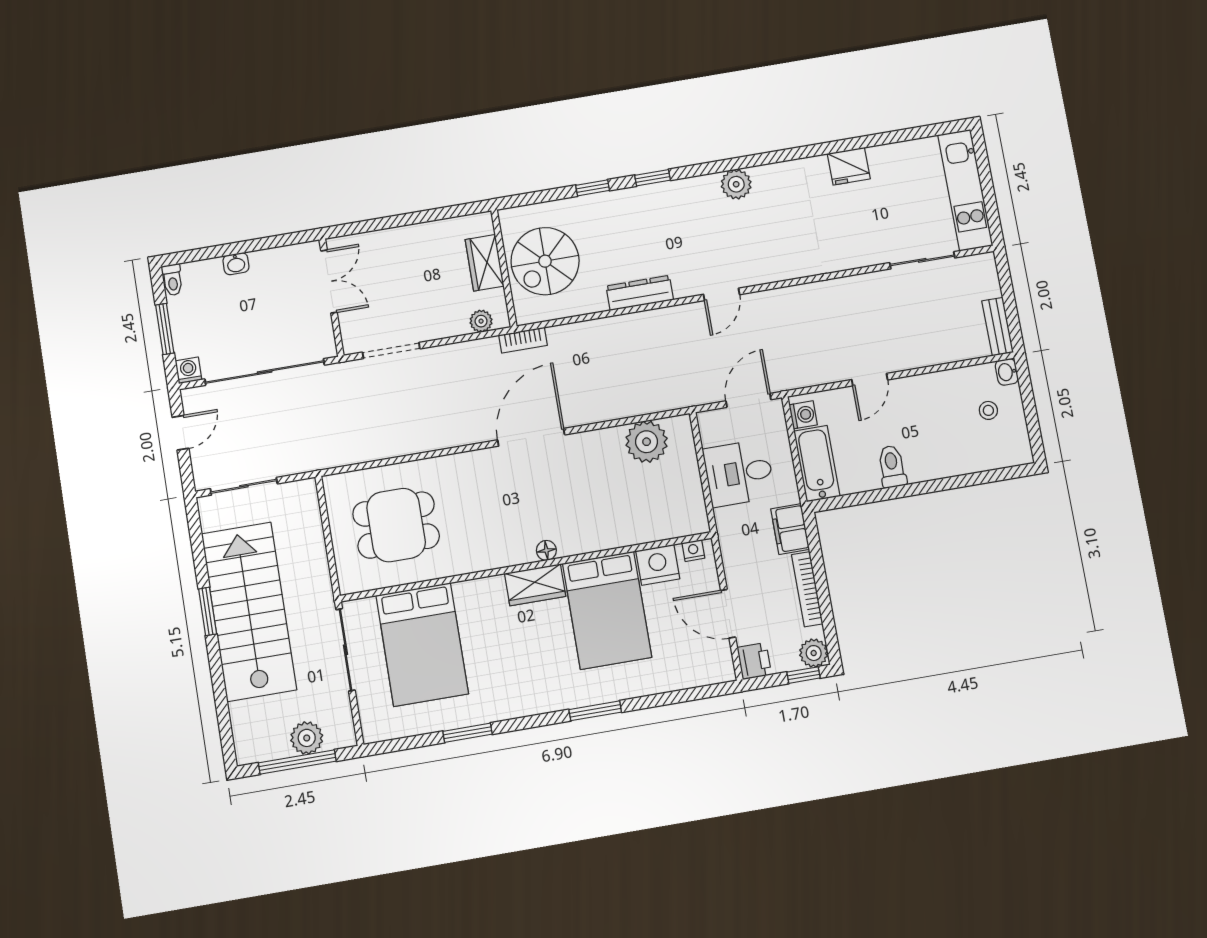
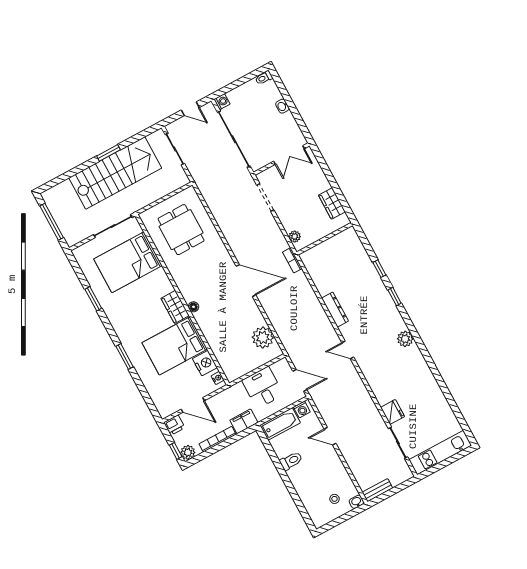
fridge: (849, 166) -> (393, 412), moved, turned 180
spiral stairs: (545, 261) -> (335, 258), removed
wardrobe: (485, 263) -> (332, 203), moved, turned -90
window: (165, 329) -> (238, 83), removed
door: (728, 614) -> (193, 405), swing flipped
plant: (307, 738) -> (65, 222), removed

